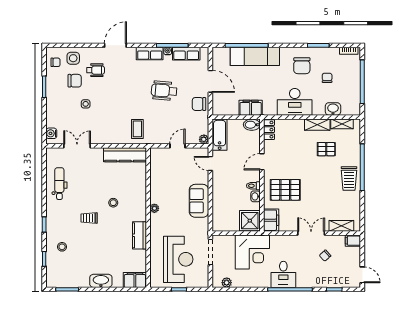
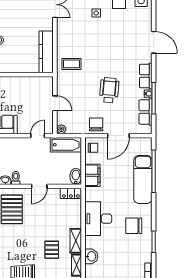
wheelchair: (95, 70) -> (129, 23), removed
chair: (327, 78) -> (93, 148), moved
door: (262, 162) -> (39, 186), swing flipped

